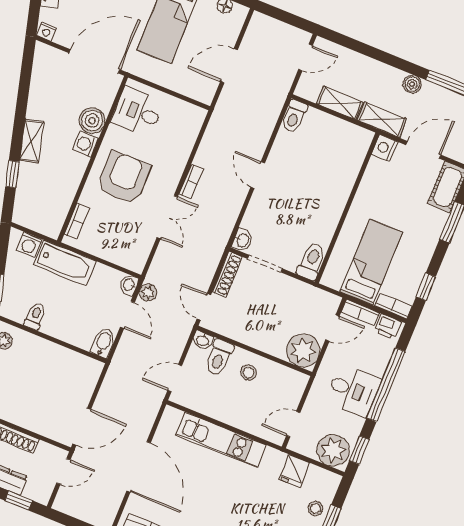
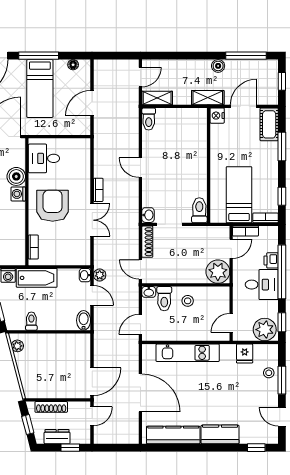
shelving: (340, 103) -> (157, 98), moved
printer: (388, 327) -> (271, 260), moved, turned 90

